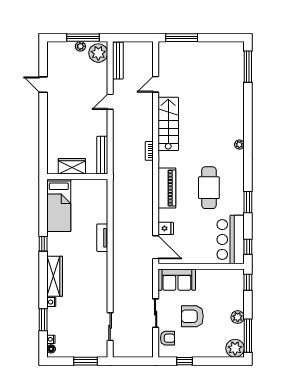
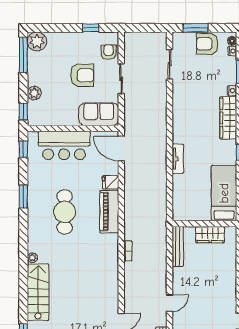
stairs: (168, 124) -> (38, 292), moved, turned 180
fridge: (166, 228) -> (110, 182), moved
bar counter: (231, 239) -> (64, 145), moved, turned 90
plant: (238, 317) -> (34, 93), moved
armchair: (167, 338) -> (109, 52), turned 90
armchair: (75, 346) -> (207, 44), added

